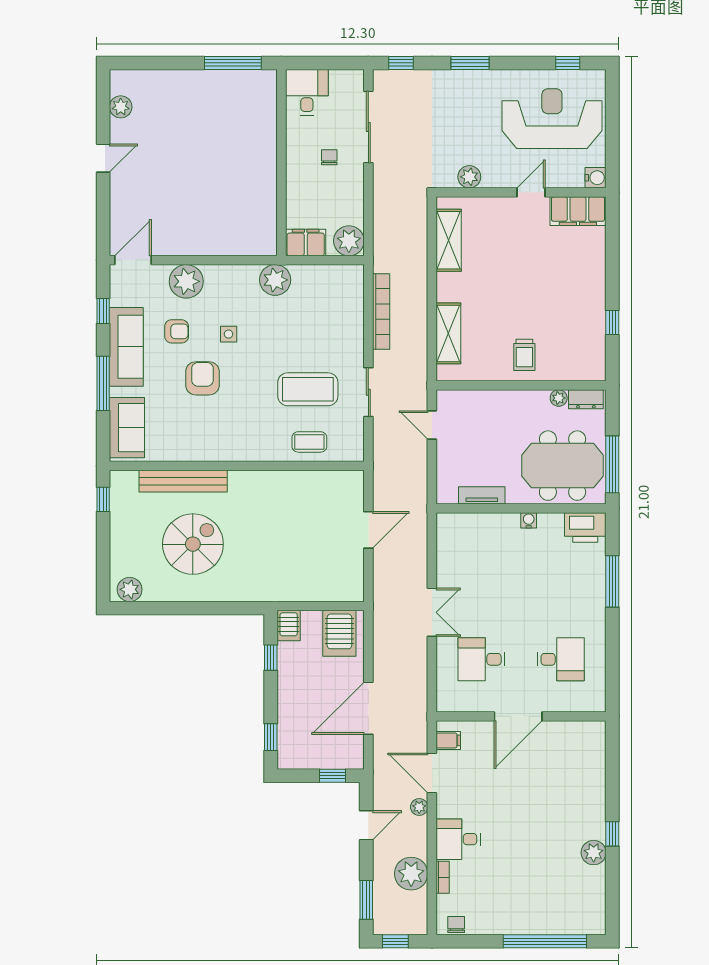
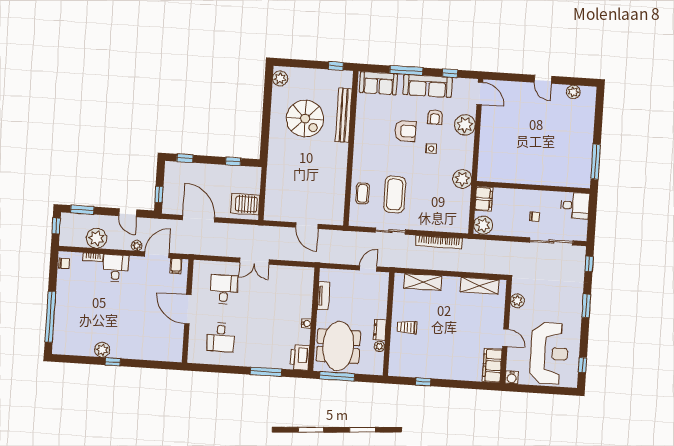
dresser: (586, 399) -> (380, 330), moved
server rack: (289, 626) -> (252, 174), removed

